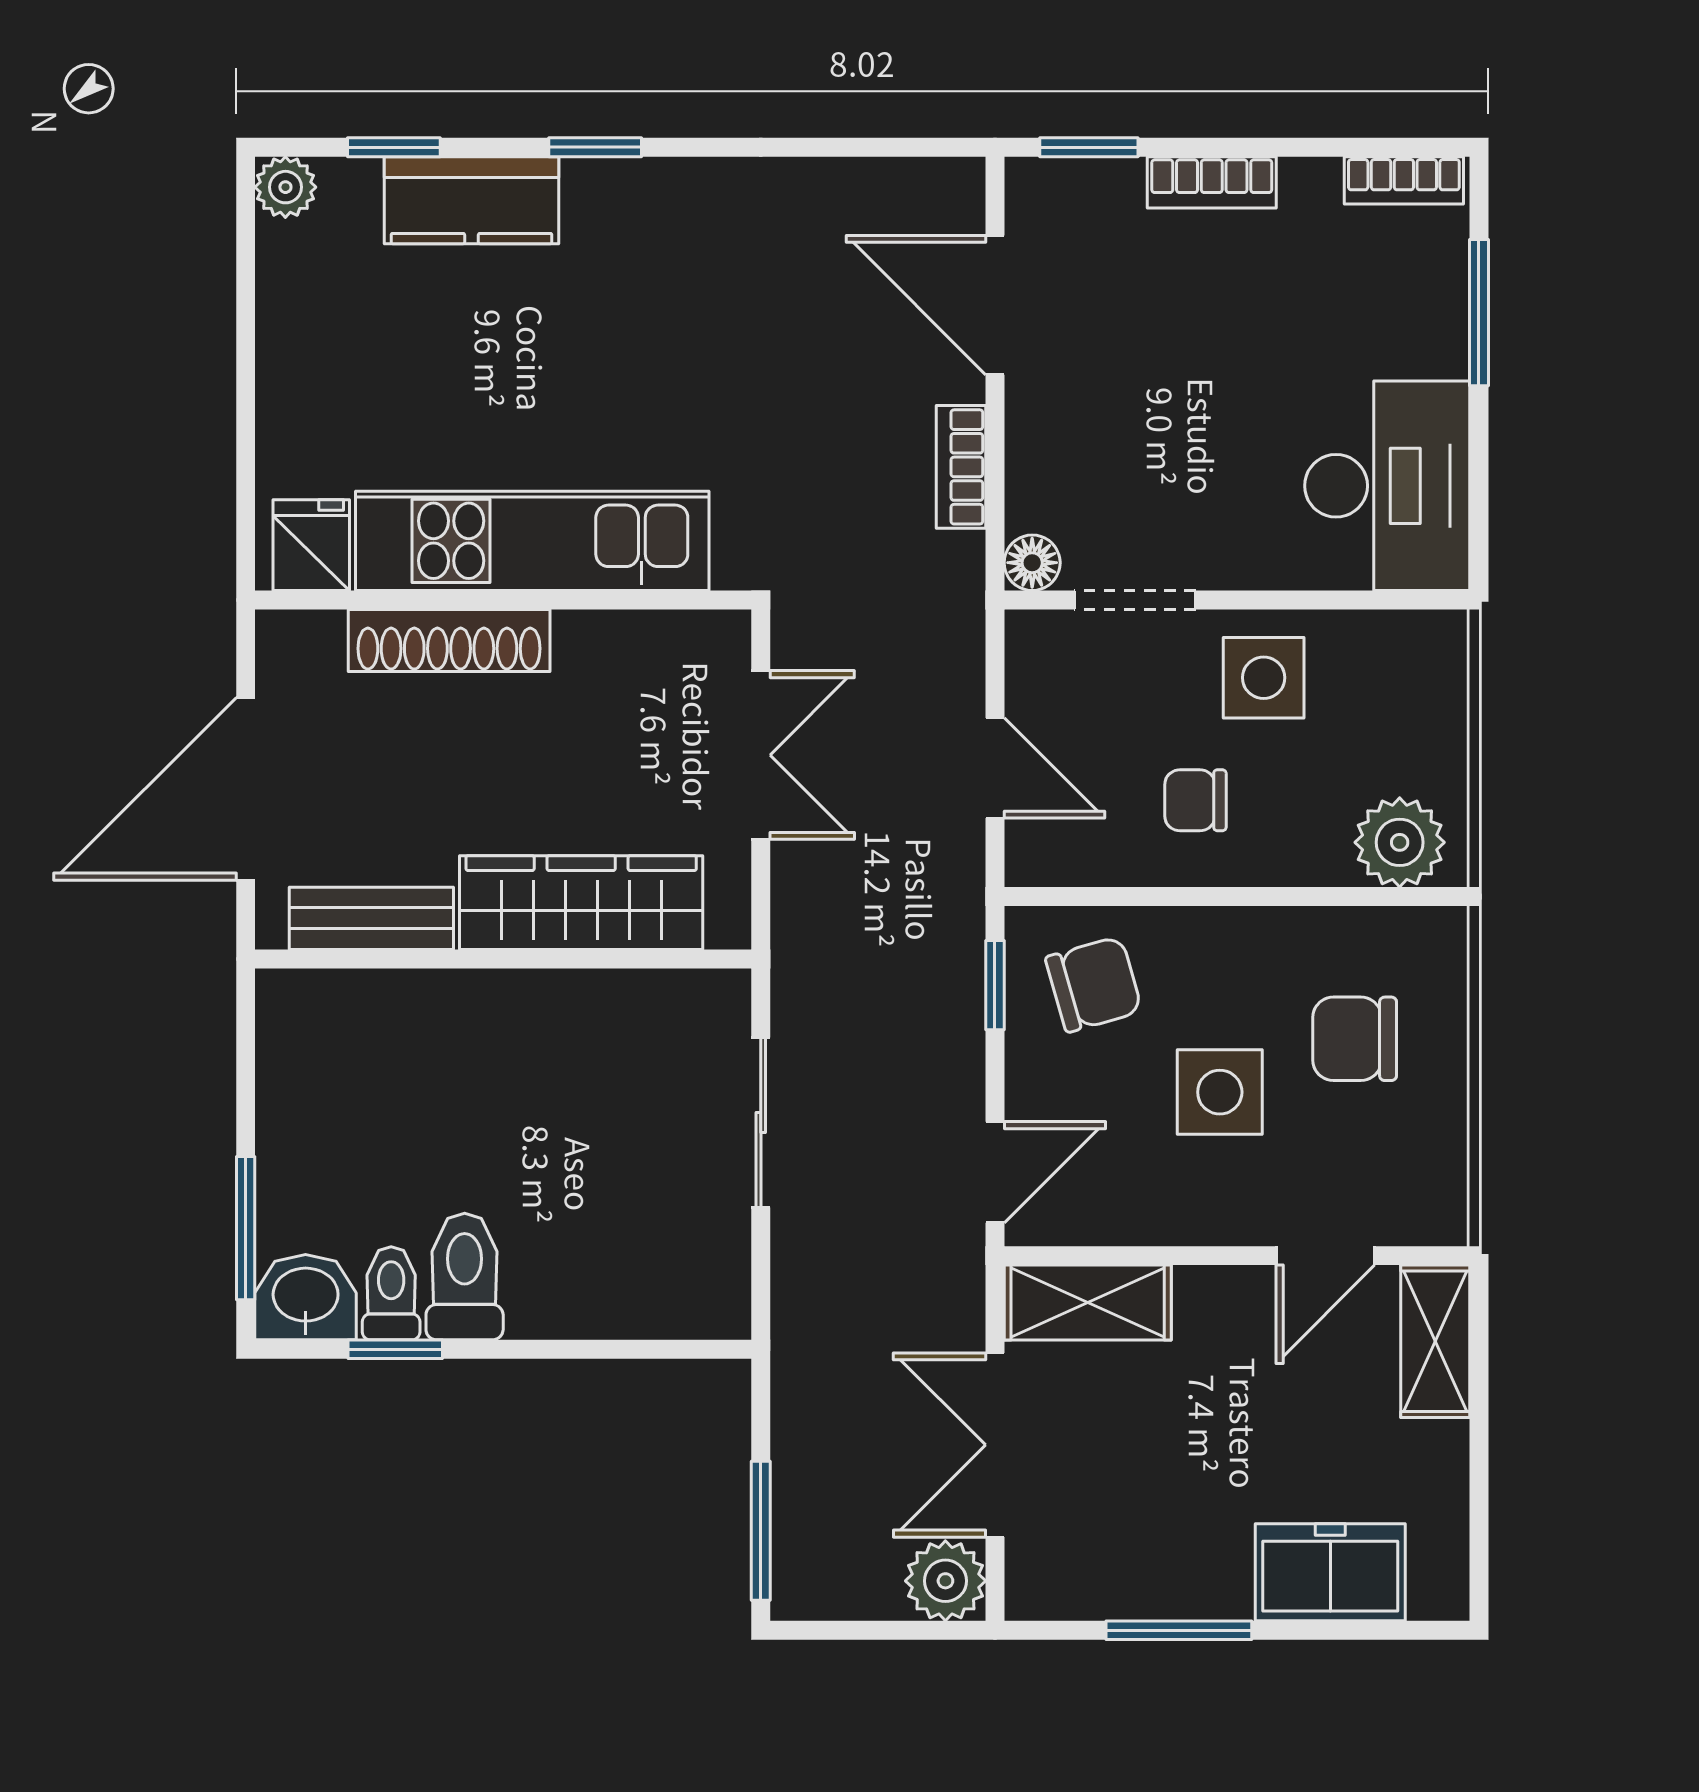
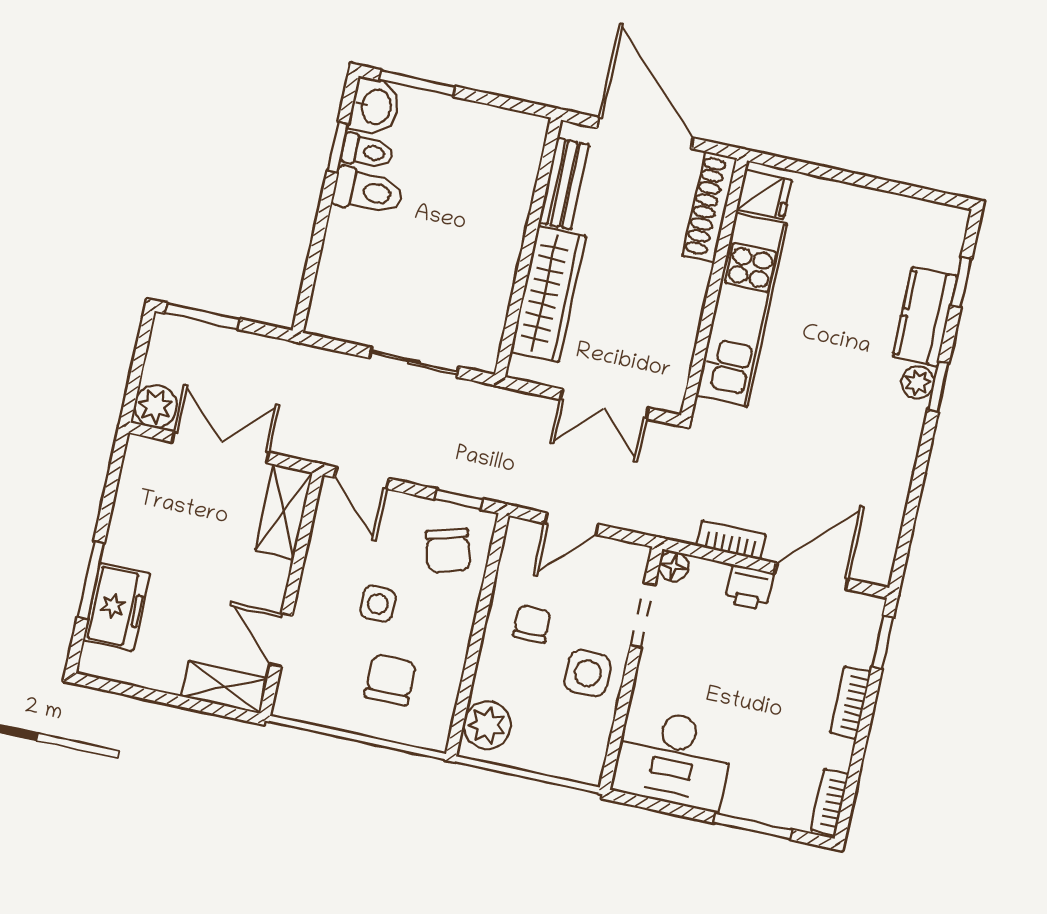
plant: (285, 187) -> (918, 382), moved
printer: (1041, 415) -> (749, 588), added
shoe rack: (449, 640) -> (710, 207), moved
side table: (1220, 1092) -> (378, 604), width x0.73, depth x0.73
window: (1179, 1630) -> (91, 580), moved

